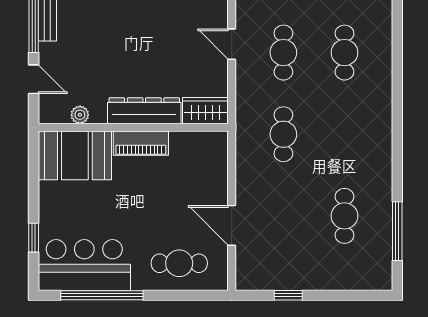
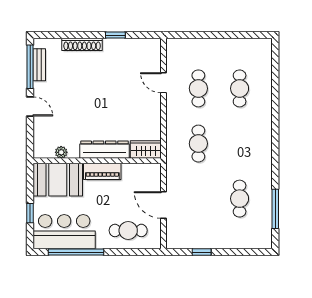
dresser: (144, 111) -> (105, 150), moved
wardrobe: (205, 111) -> (146, 149), moved
plant: (80, 115) -> (61, 152), moved
wall: (133, 127) -> (97, 161), moved
piano: (141, 143) -> (102, 171), moved
booth: (75, 155) -> (58, 180), moved

